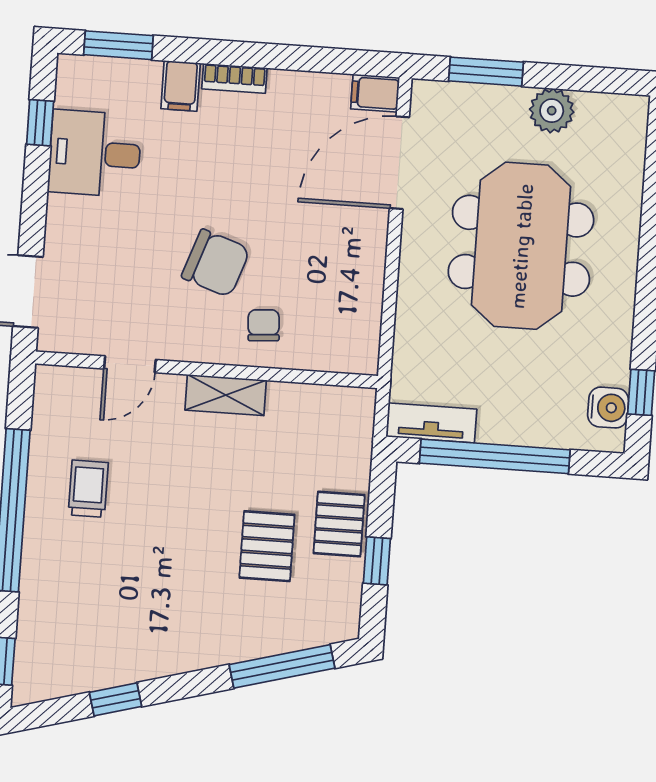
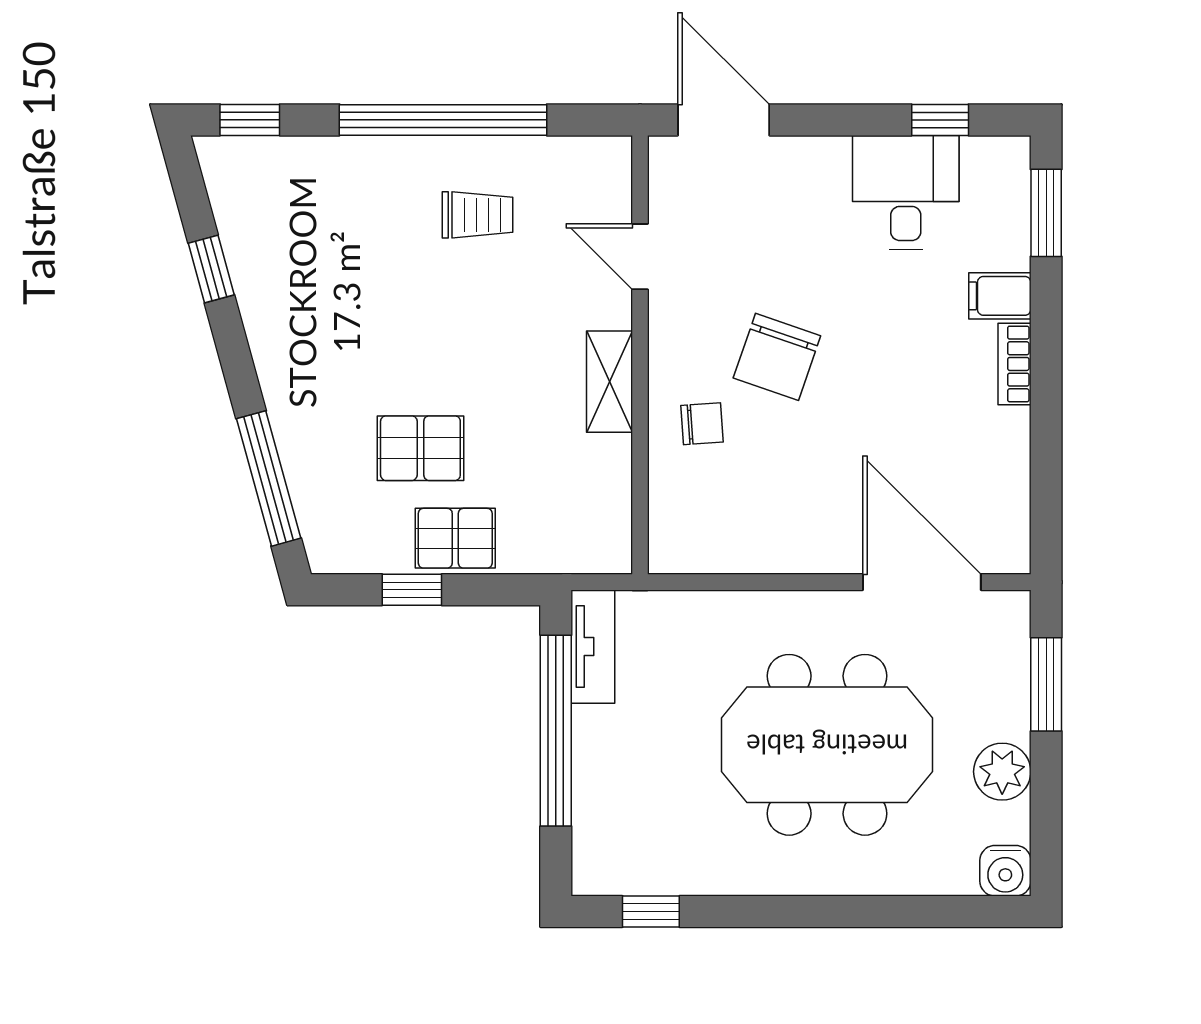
filing cabinet: (375, 93) -> (1008, 545), removed
water cooler: (608, 408) -> (1005, 871), moved

